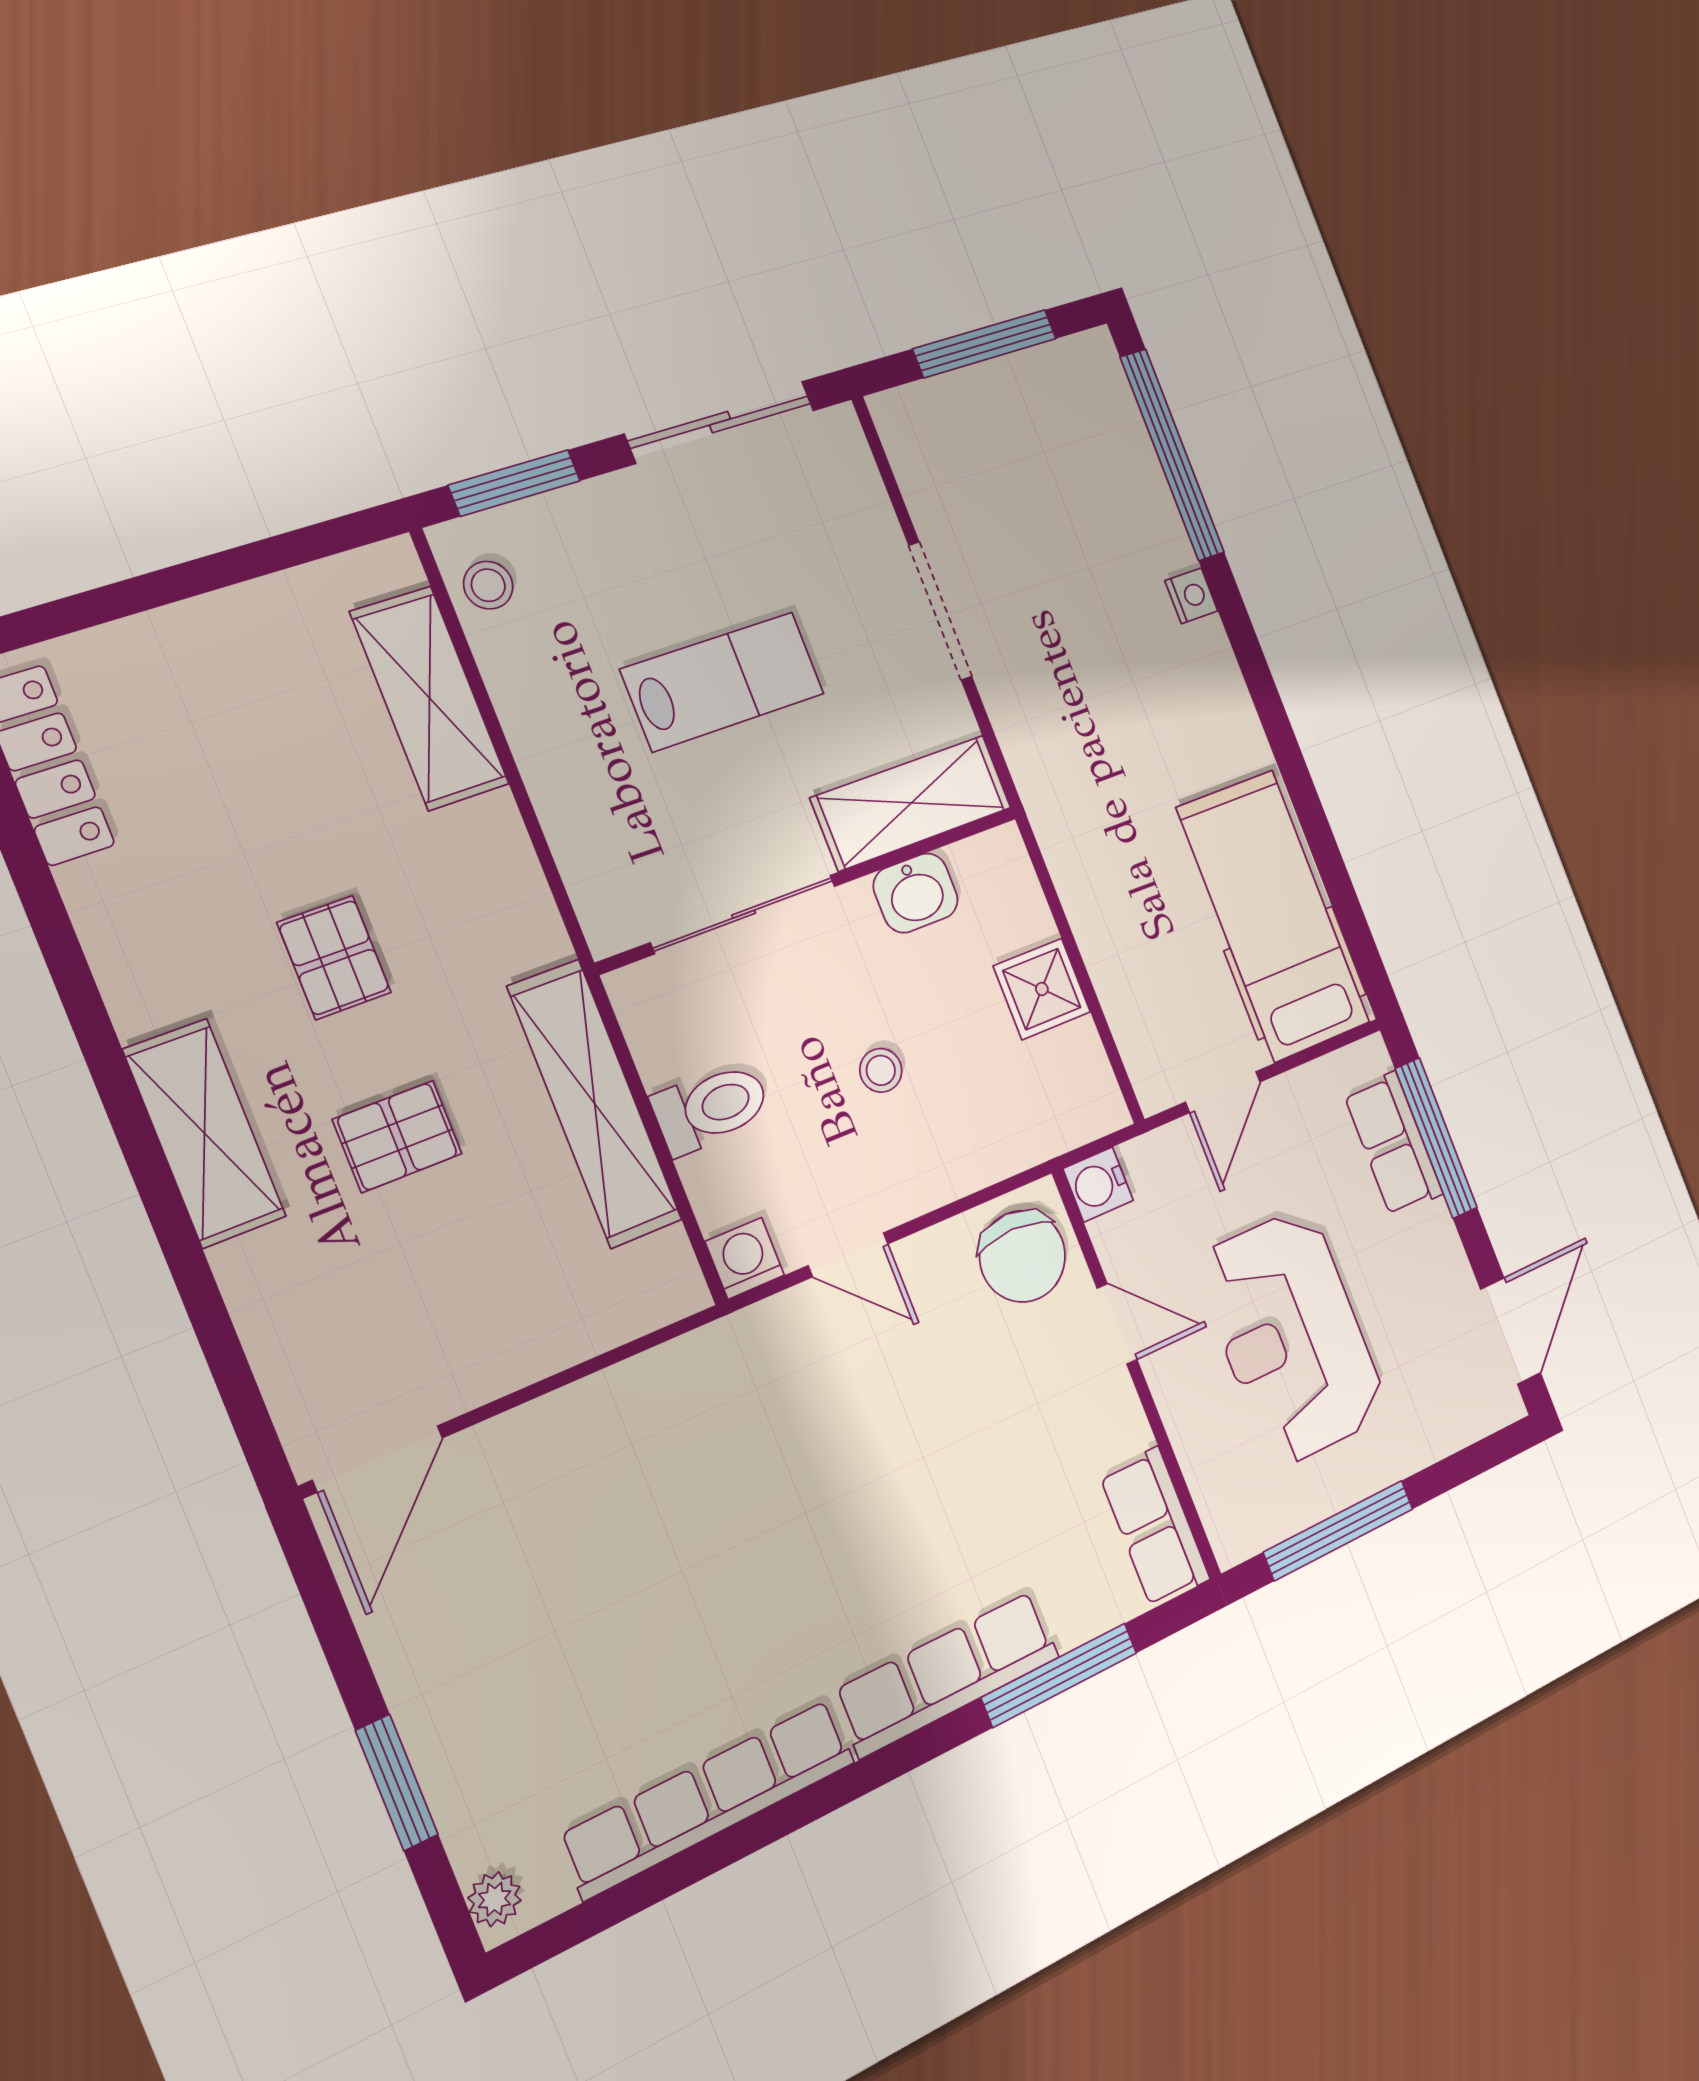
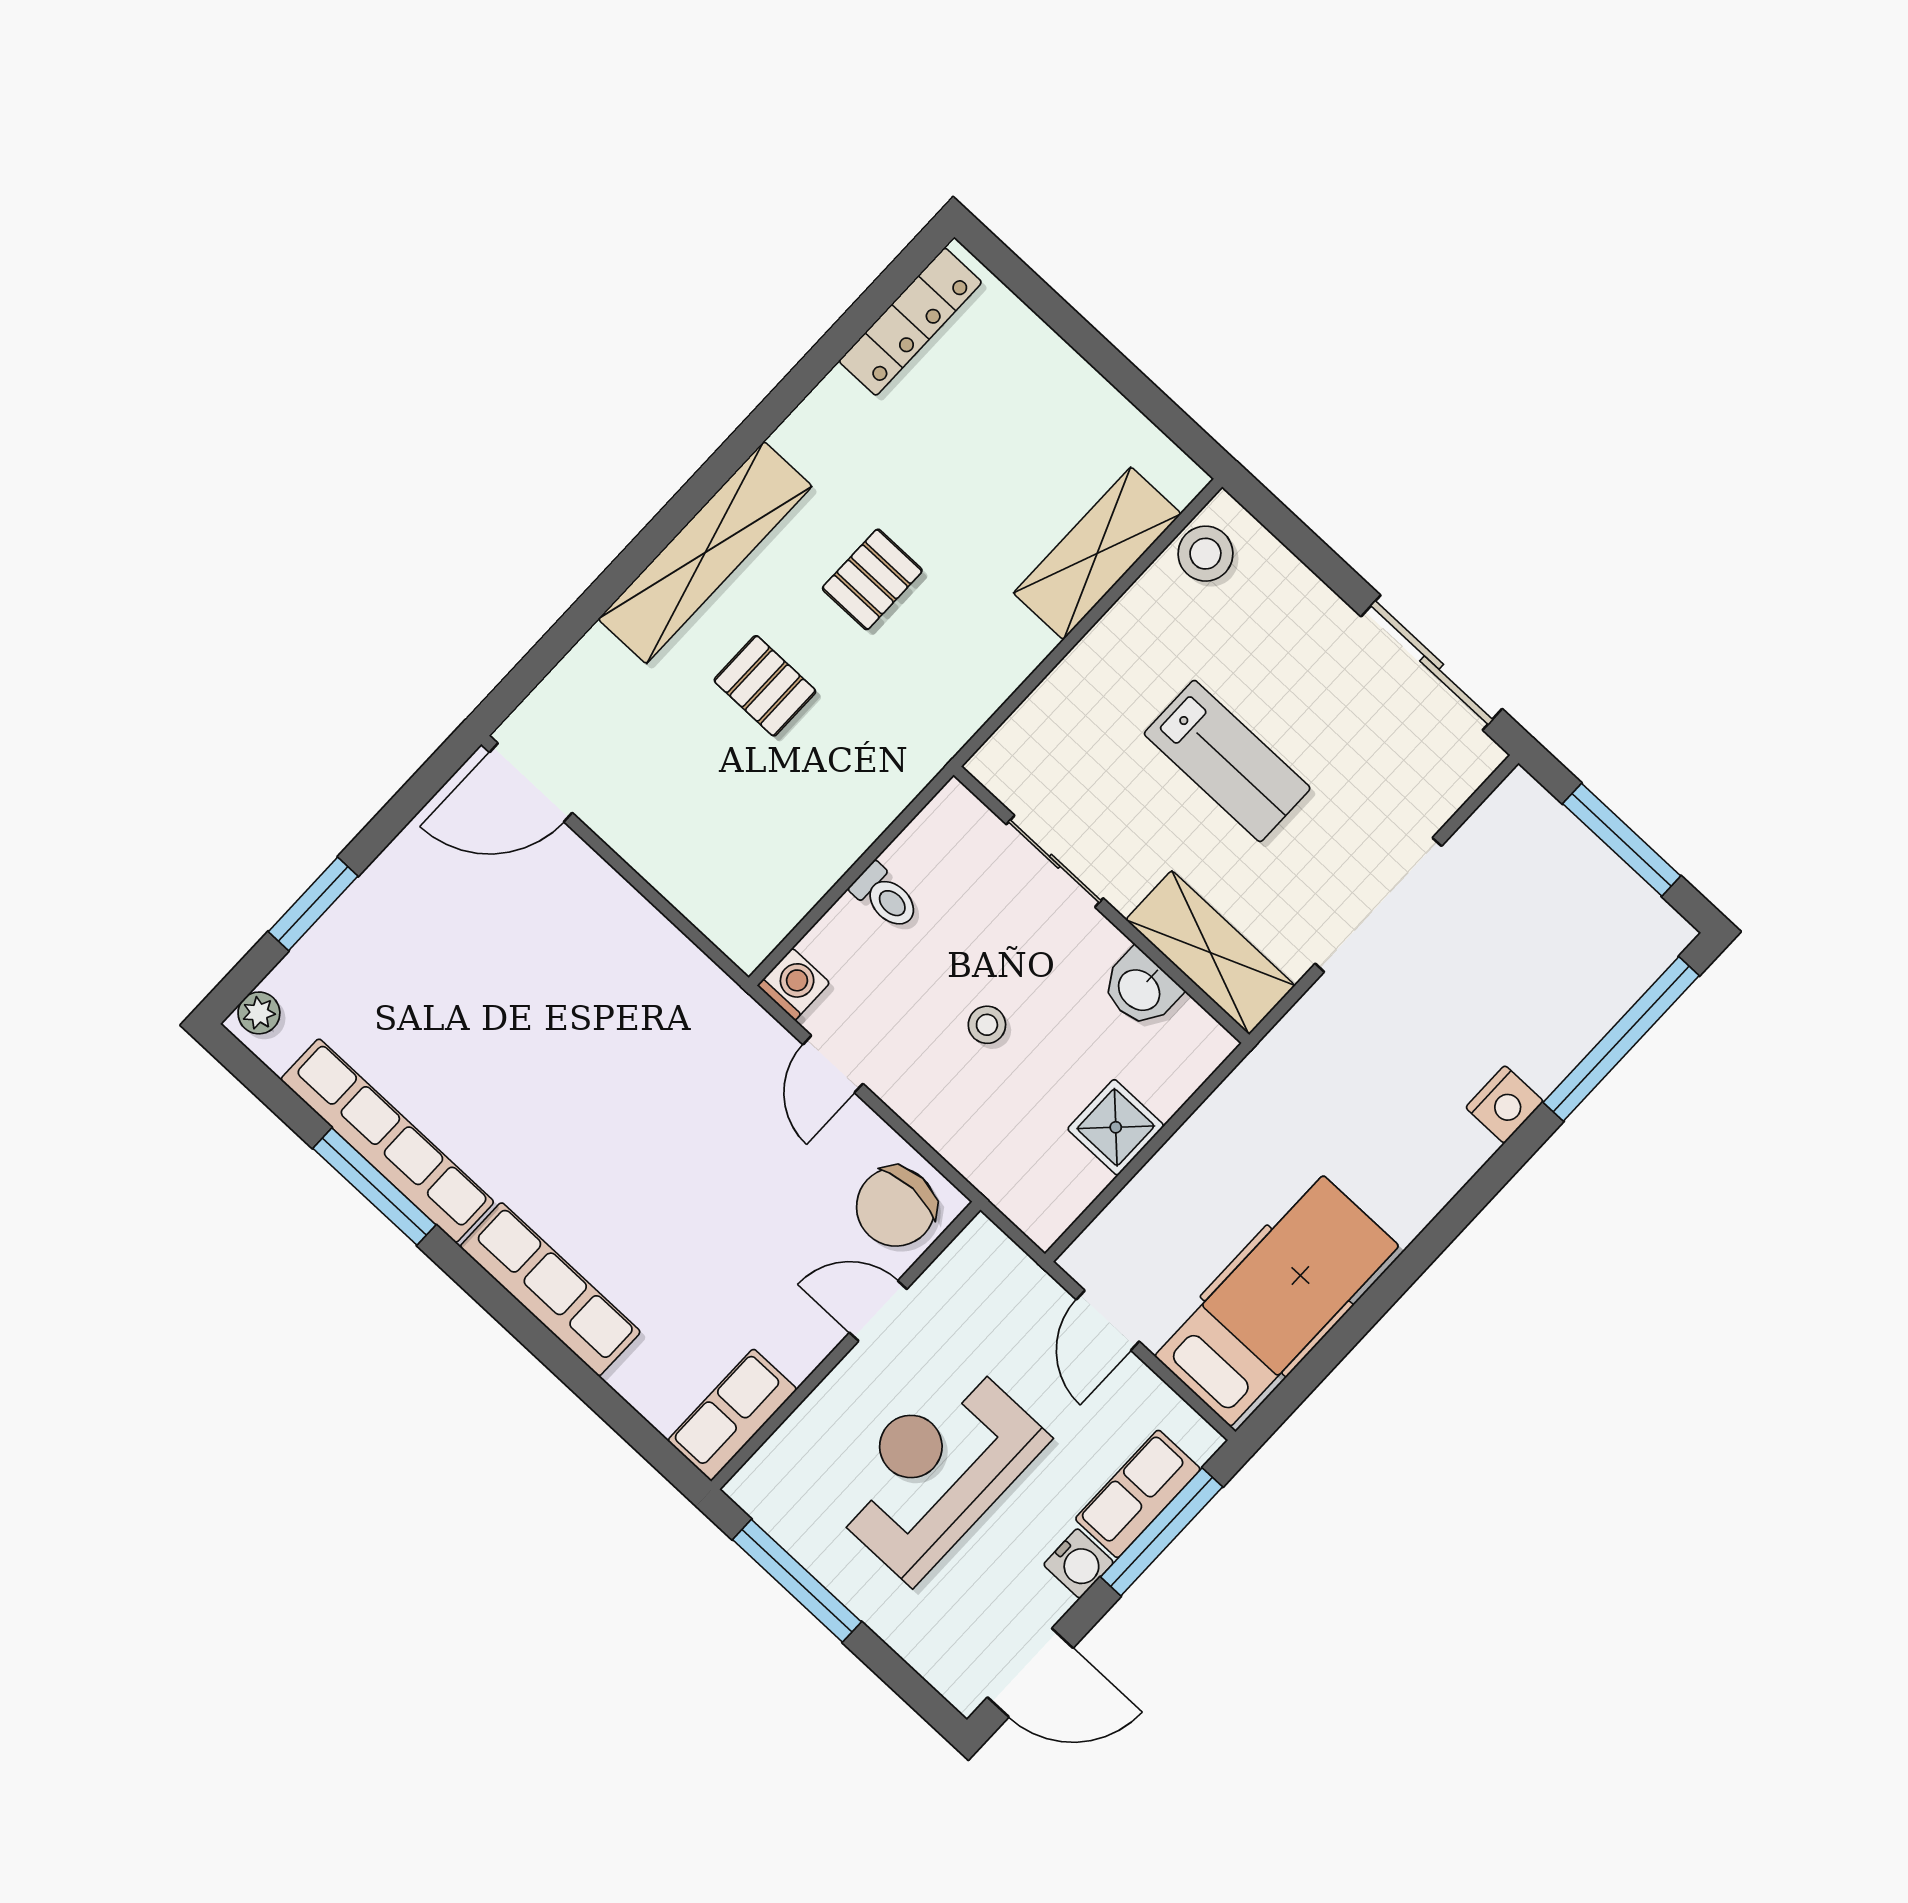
window: (514, 483) -> (1295, 535), removed
stool: (488, 585) -> (1205, 554), width x1.37, depth x1.37
nightstand: (1191, 596) -> (1505, 1104), width x1.39, depth x1.35
doorway: (940, 611) -> (1378, 905), width x1.36
sliding door: (744, 914) -> (1055, 861), width x0.73
door: (1223, 1092) -> (1108, 1320), hinge flipped
shelving: (595, 1104) -> (856, 816), removed
toilet: (711, 1108) -> (885, 897), width x0.73, depth x0.72
shelving: (205, 1133) -> (705, 553), width x1.47
water cooler: (1098, 1184) -> (1078, 1563), moved, turned 180
door: (1117, 1324) -> (878, 1311), swing flipped
window: (1059, 1675) -> (374, 1187), moved

